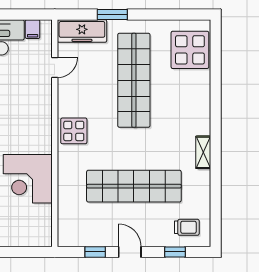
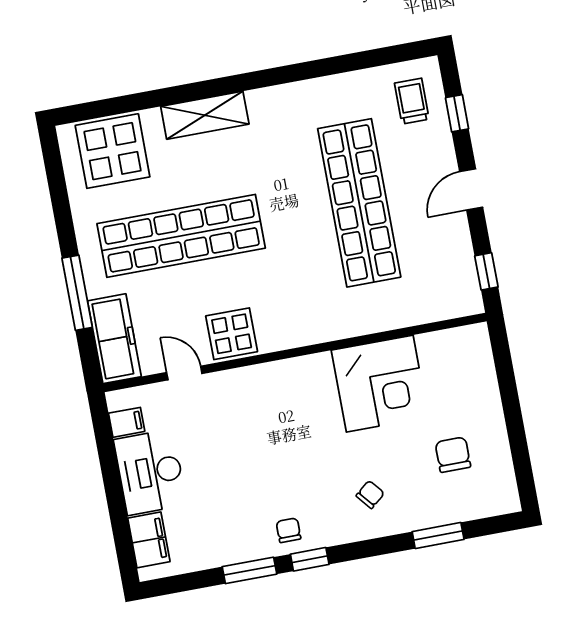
window: (112, 14) -> (77, 293), width x1.44
display table: (74, 131) -> (232, 334), moved
shelving: (203, 152) -> (205, 115), moved, width x1.50, depth x1.33
window: (95, 252) -> (486, 271), moved

